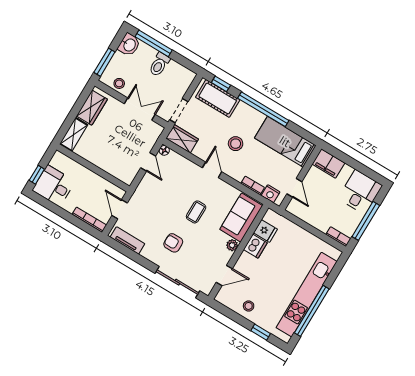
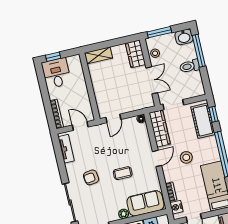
wardrobe: (92, 108) -> (135, 54), moved, turned 90
wardrobe: (182, 139) -> (160, 128), width x1.50
door: (148, 162) -> (113, 118), moved
door: (120, 209) -> (80, 126), hinge flipped
armchair: (173, 243) -> (91, 177), turned -98

